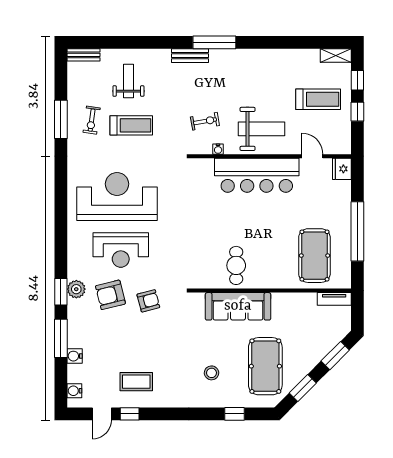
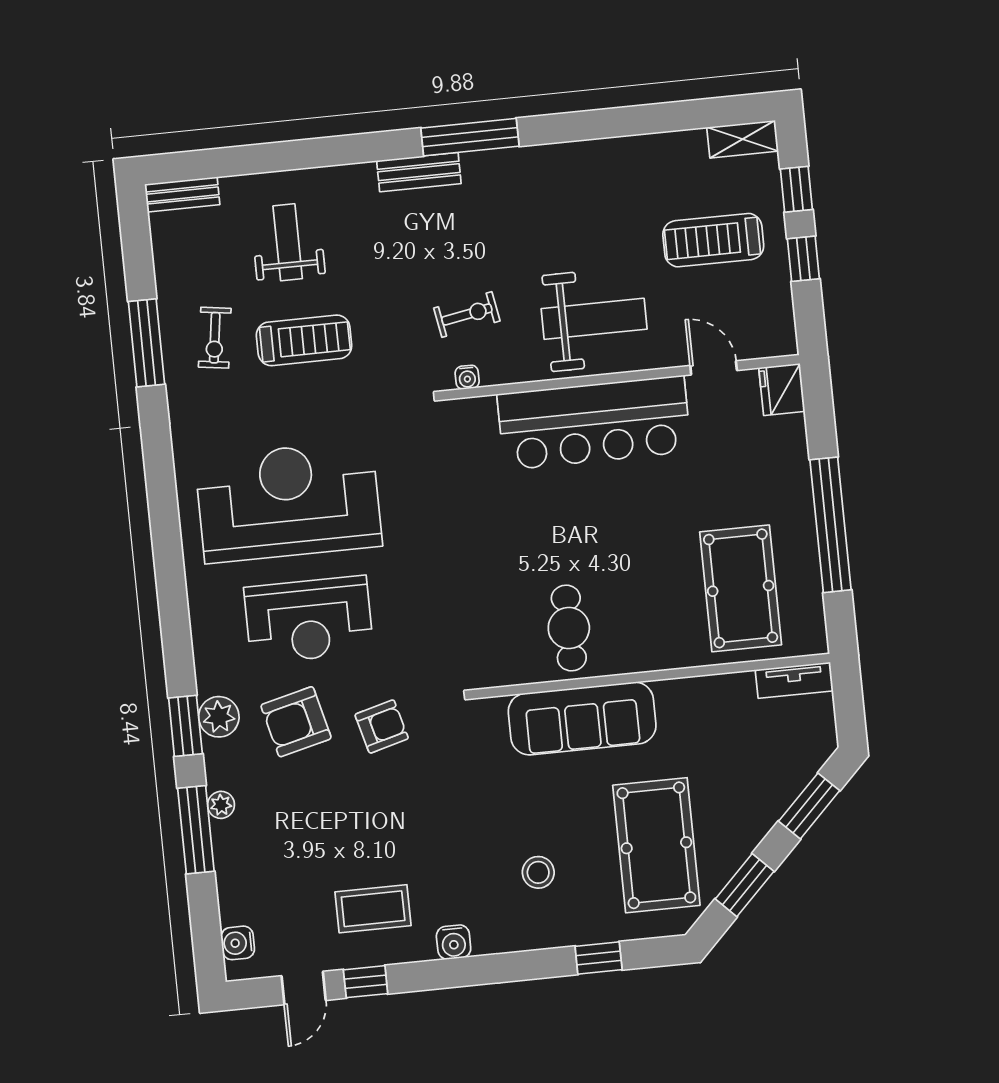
treadmill: (318, 99) -> (713, 240), turned 180
water cooler: (218, 149) -> (467, 377), moved
plant: (73, 328) -> (221, 805), added
water cooler: (75, 356) -> (454, 942), moved, turned -90

